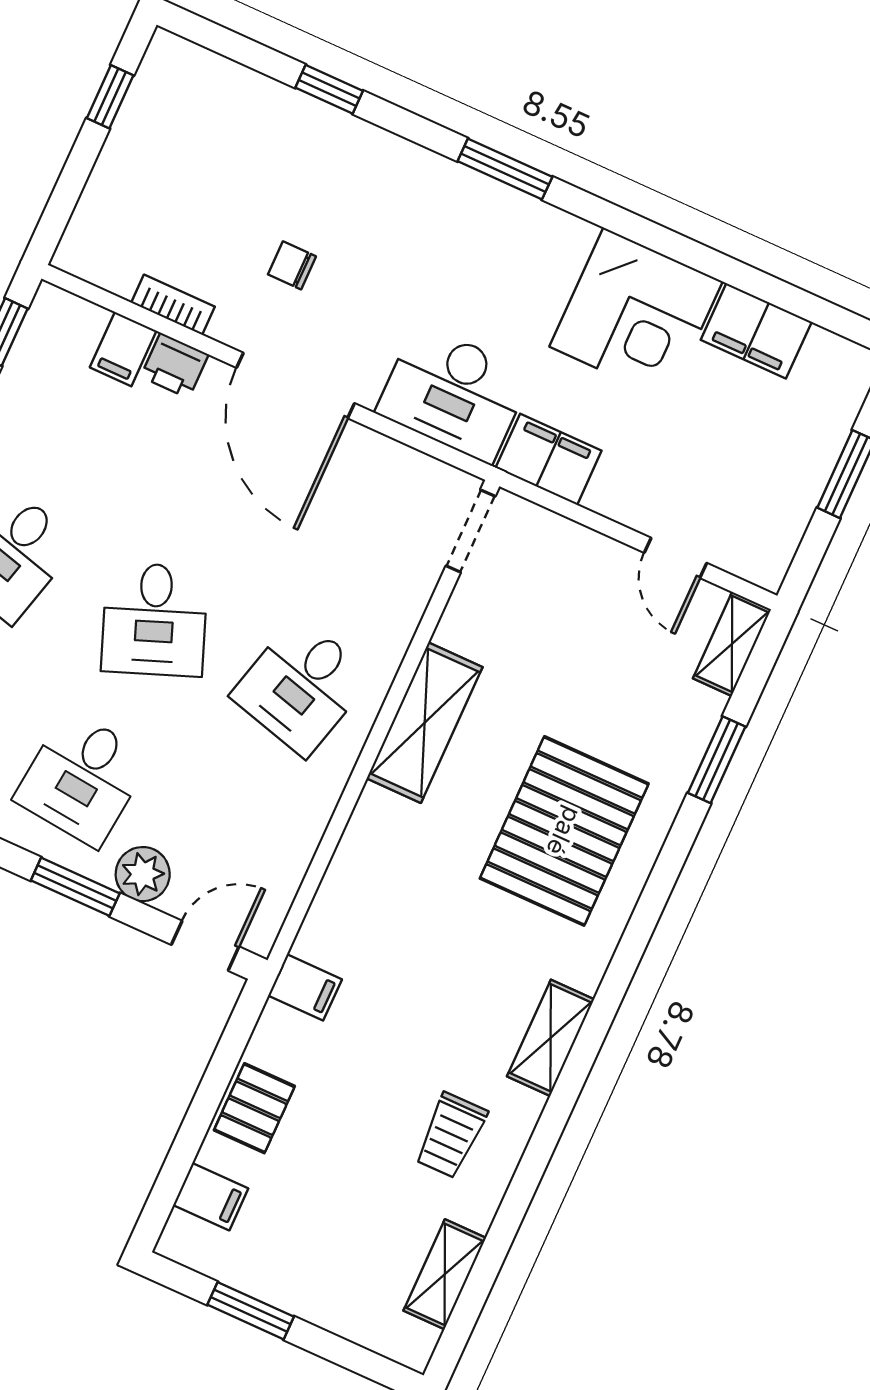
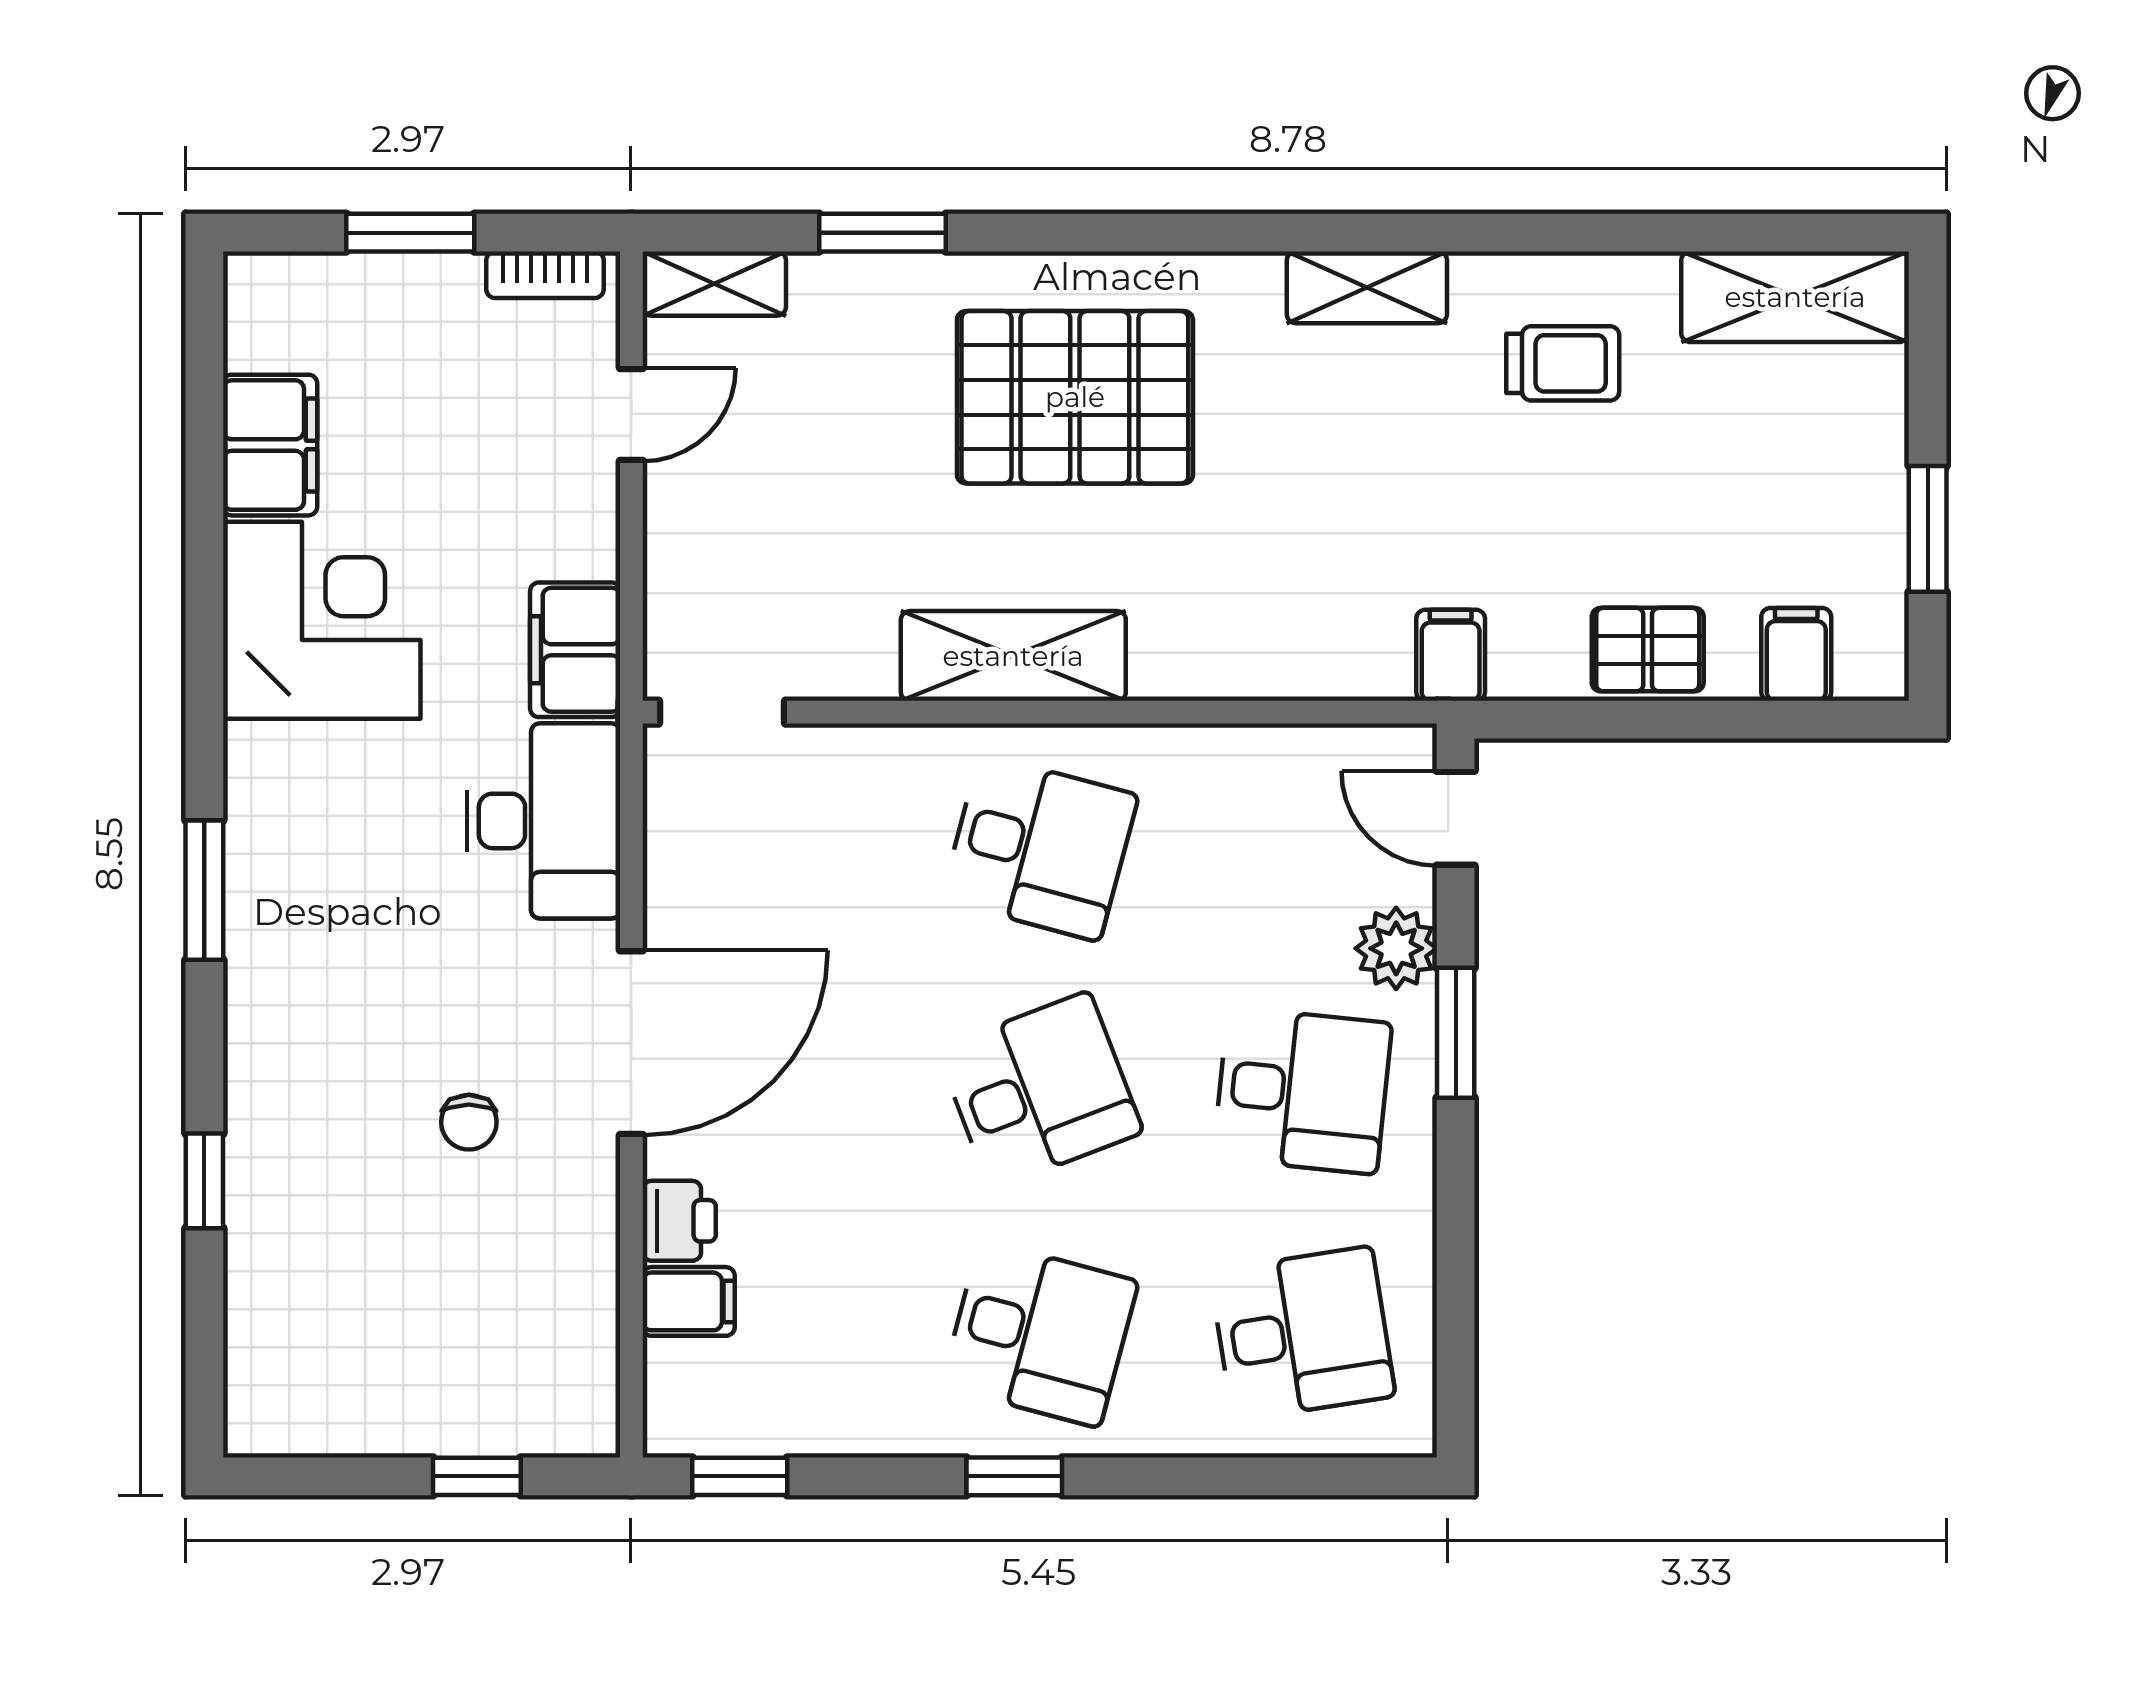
window: (110, 97) -> (477, 1476), moved
bookcase: (173, 305) -> (545, 275), moved, turned -90
shelving: (445, 1274) -> (1795, 297), width x1.50, depth x1.33

